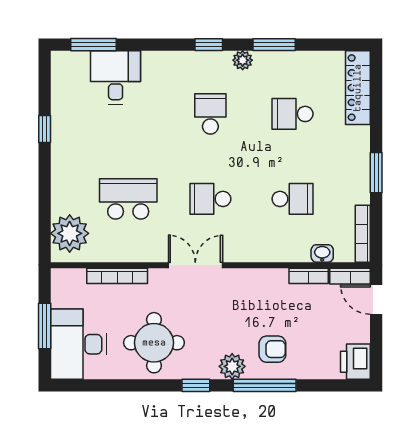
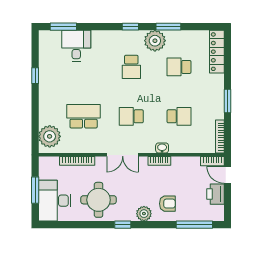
plant: (243, 60) -> (155, 41), width x1.88, depth x1.88
school desk: (210, 114) -> (131, 67), turned 180
washbasin: (322, 253) -> (162, 148), moved
double door: (195, 265) -> (123, 155), swing flipped
bookcase: (309, 276) -> (159, 161), moved
printer: (355, 362) -> (215, 194), moved
window: (265, 385) -> (194, 225), moved

